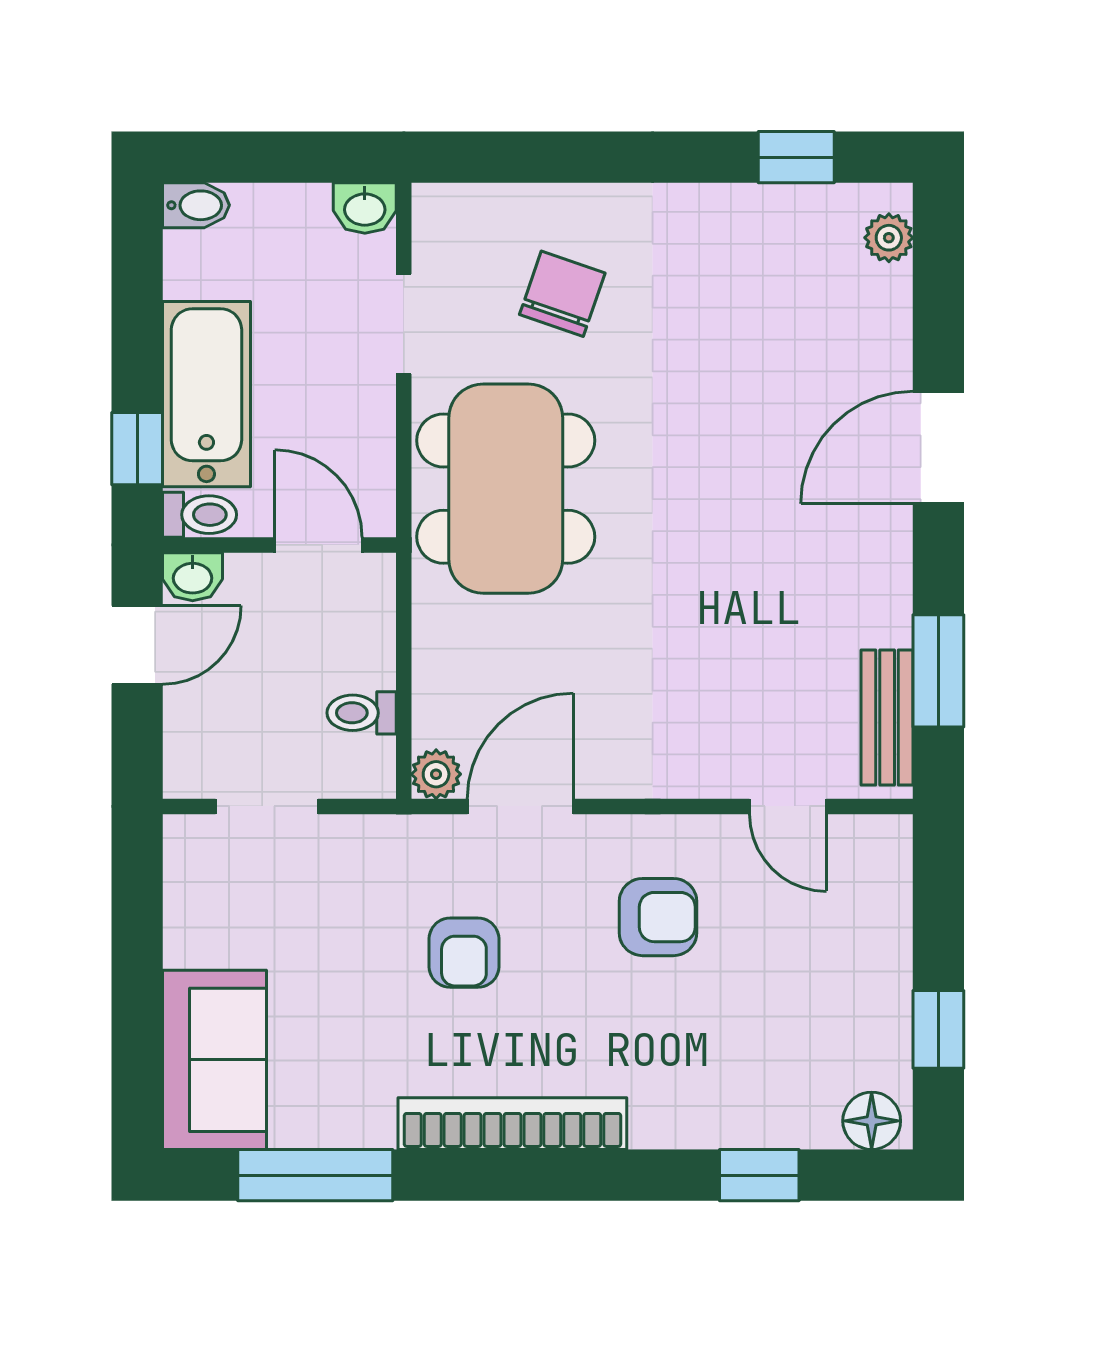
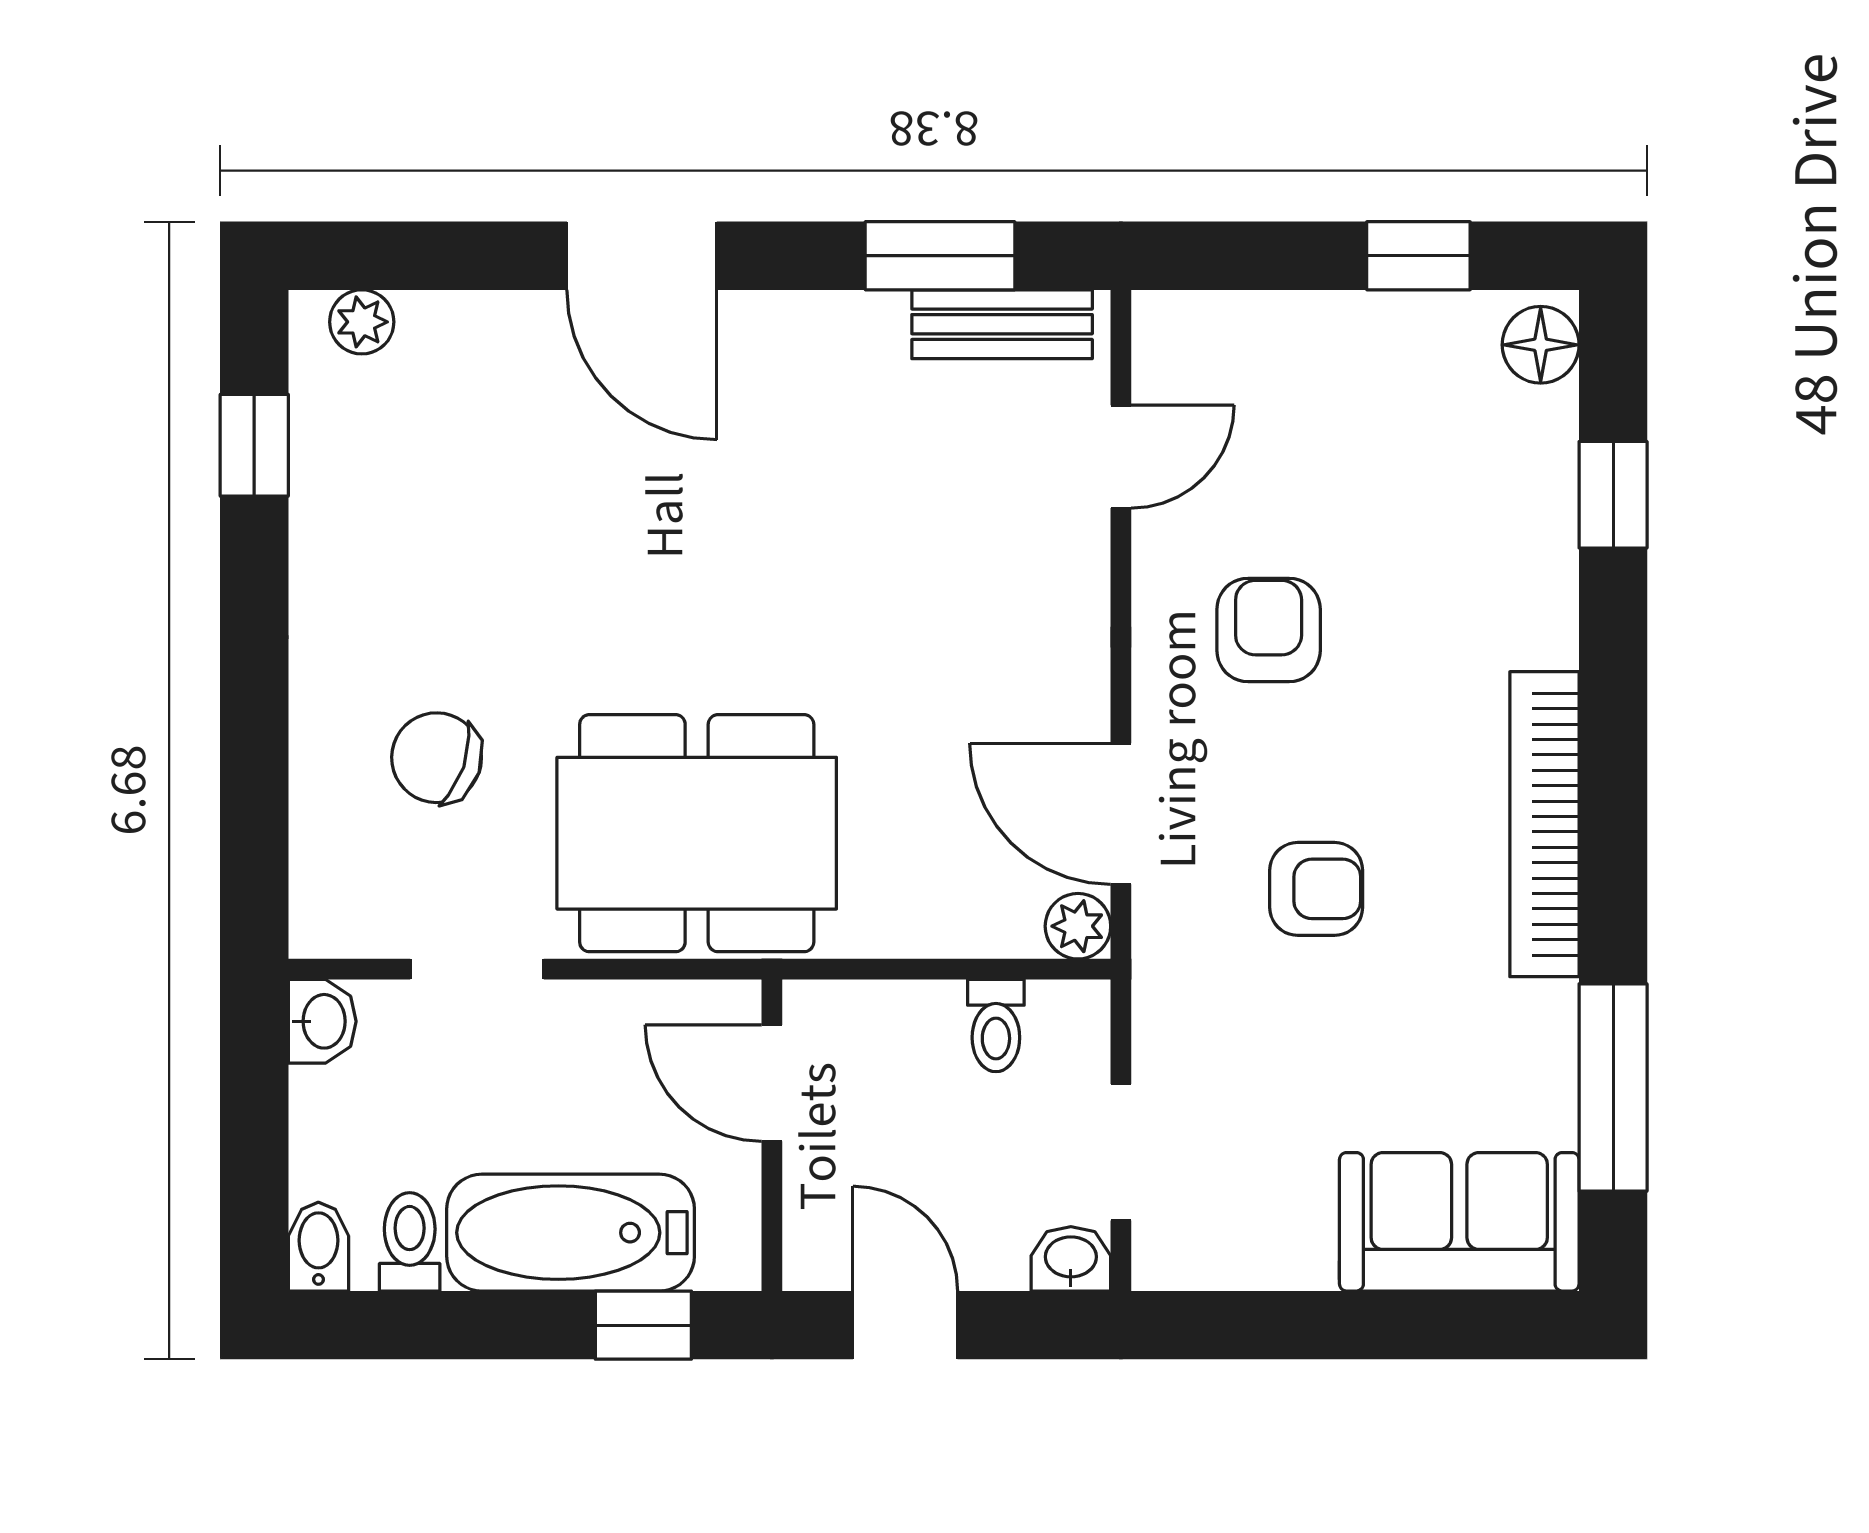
toilet: (200, 515) -> (410, 1242), moved
door: (319, 545) -> (772, 1083), hinge flipped
washbasin: (193, 577) -> (1071, 1259), moved, turned -90

